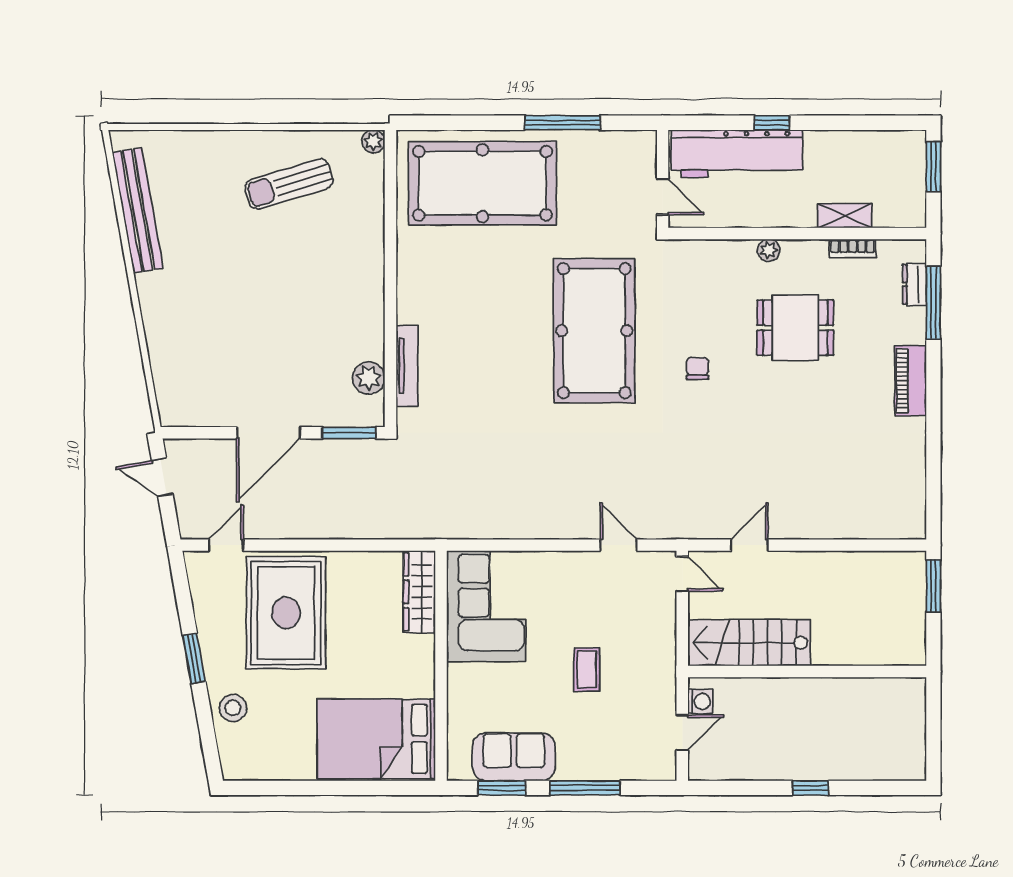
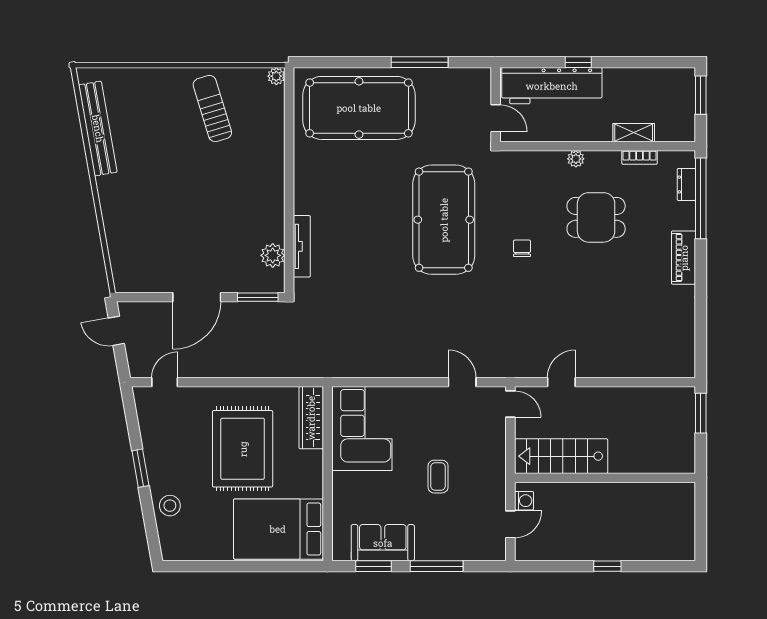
sun lounger: (289, 184) -> (212, 109), turned 90
window: (933, 303) -> (701, 198), width x1.46
rug: (286, 613) -> (243, 449), moved

